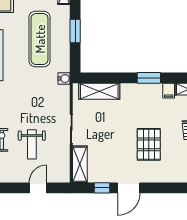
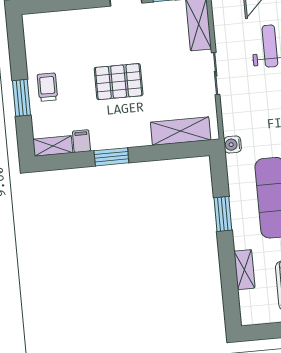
pallet: (149, 144) -> (119, 82), moved, turned 90

